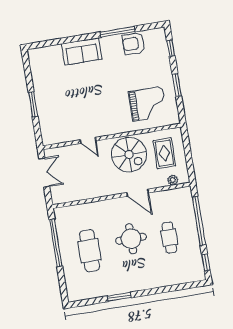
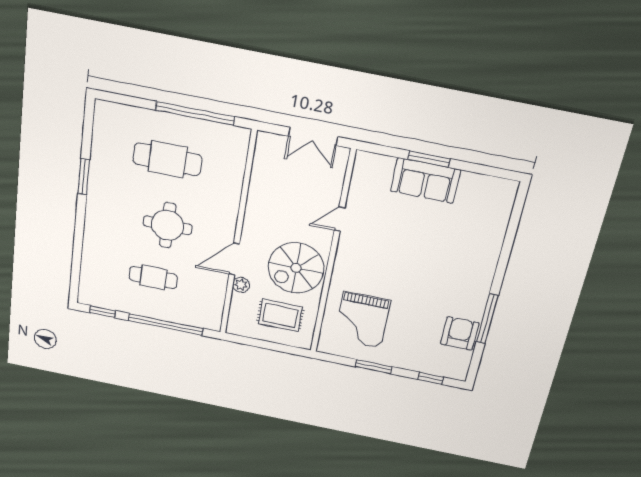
sofa: (82, 51) -> (425, 181), moved, turned -90
plant: (173, 180) -> (241, 285), moved

